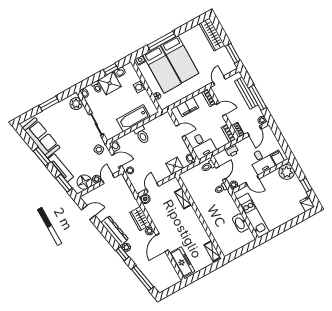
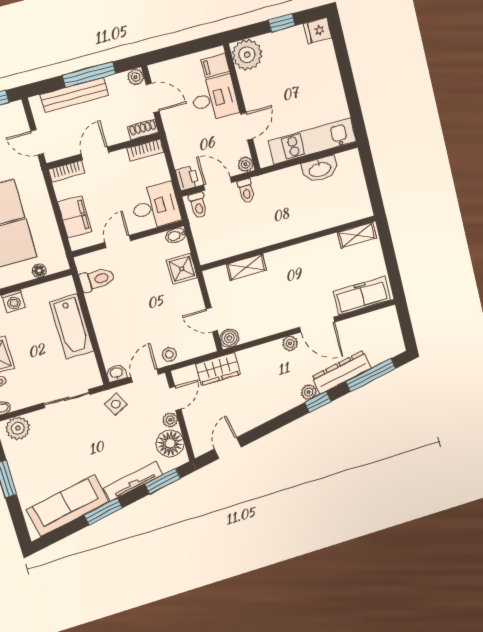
toilet: (142, 135) -> (97, 280), moved
printer: (232, 151) -> (187, 178), moved
door: (108, 179) -> (175, 398), swing flipped
wardrobe: (140, 219) -> (218, 369), moved
dresser: (115, 231) -> (342, 372), moved

